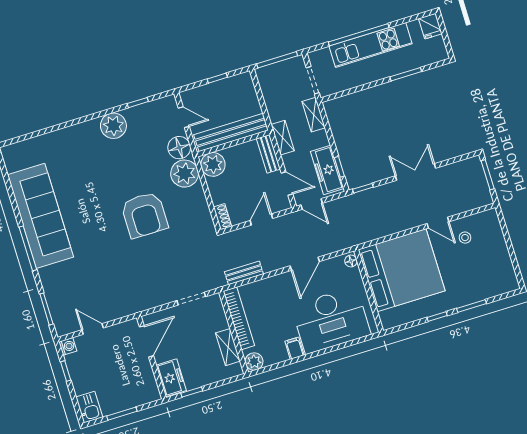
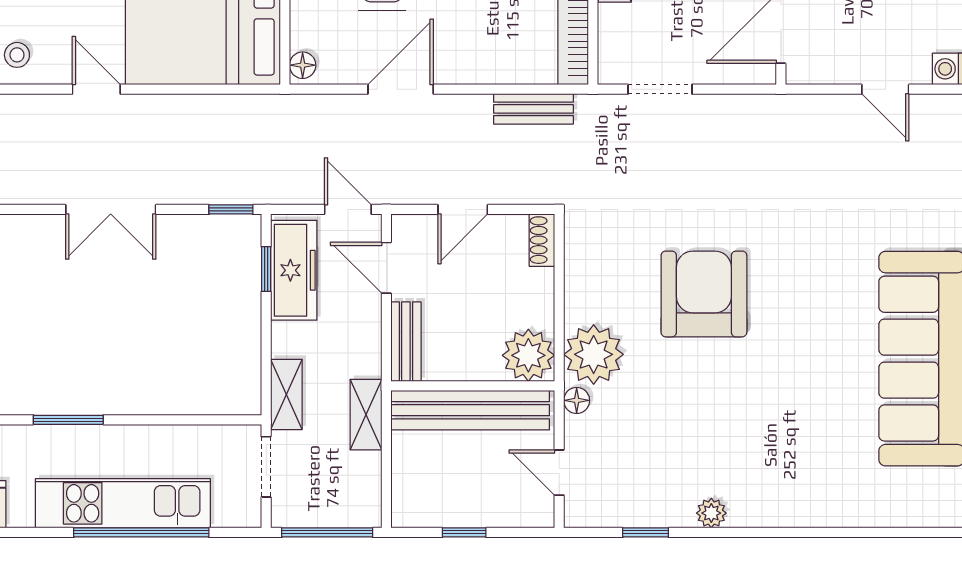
plant: (113, 126) -> (711, 513), width x0.53, depth x0.53
shelving: (283, 138) -> (366, 415), moved
floor lamp: (179, 148) -> (577, 400), width x0.53, depth x0.53
stool: (465, 238) -> (17, 55), moved

